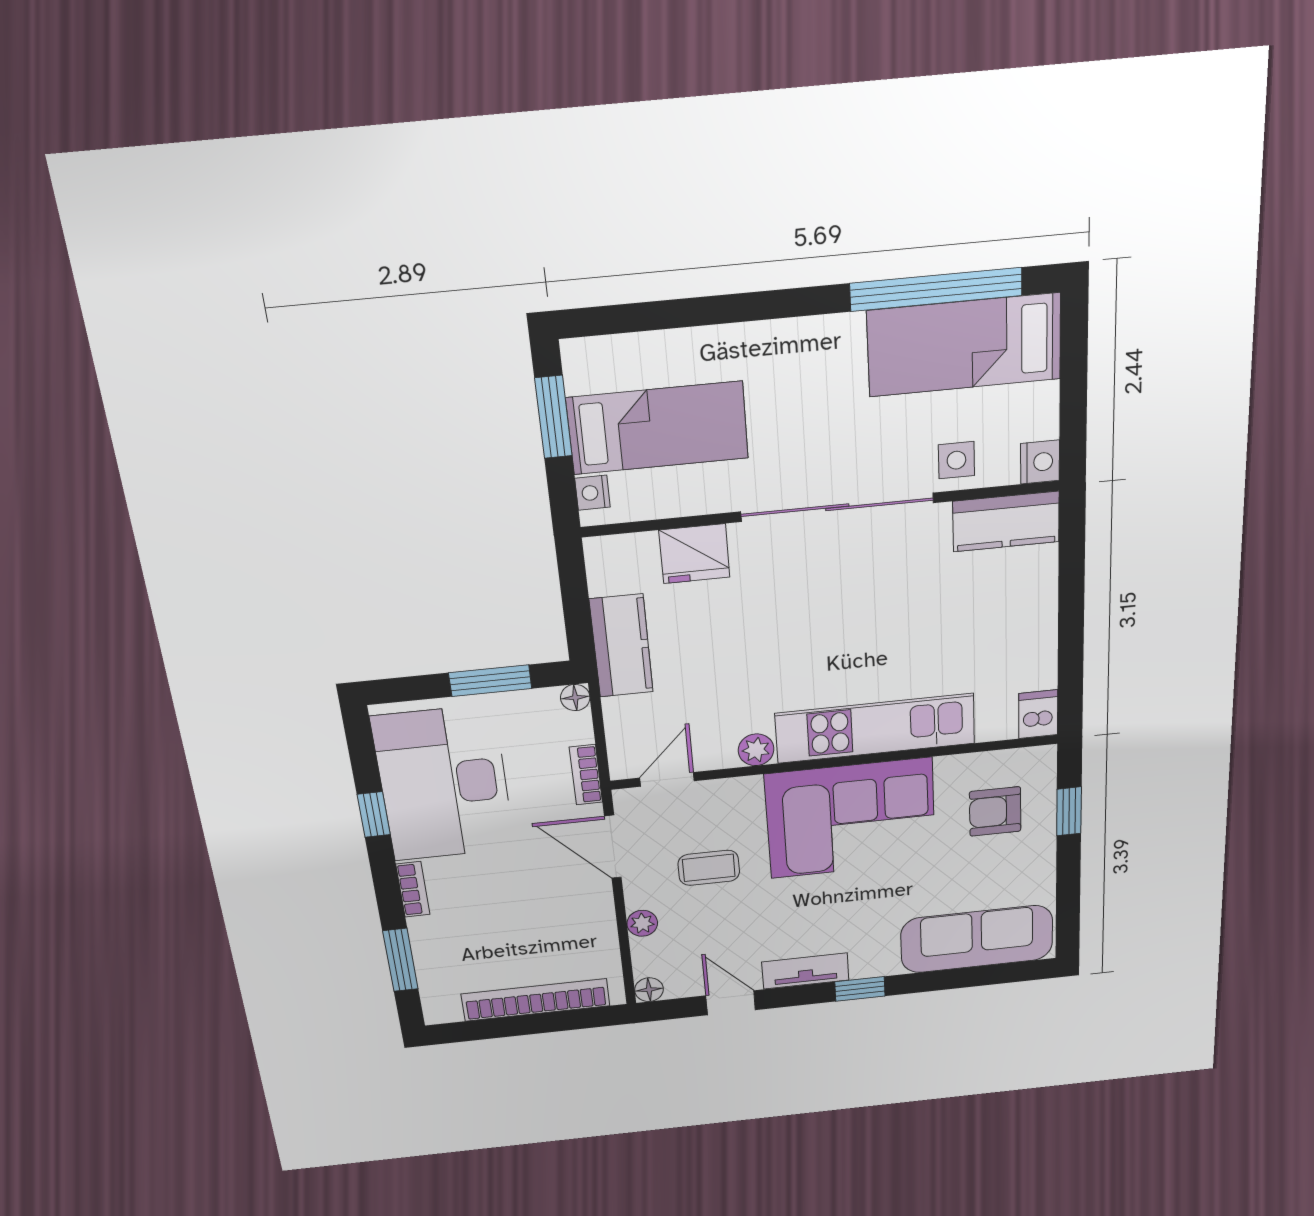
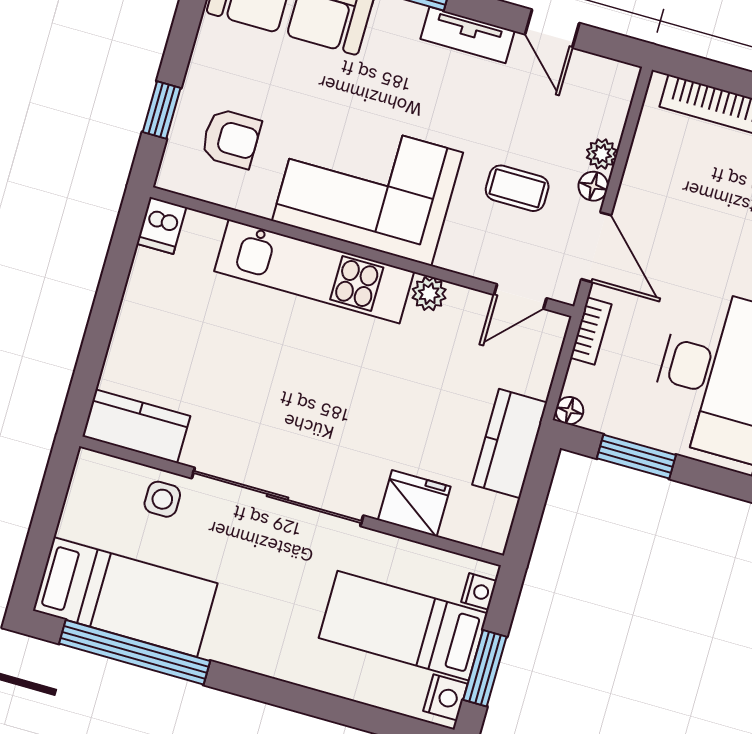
nightstand: (1040, 462) -> (445, 697), moved, turned 180
floor lamp: (649, 990) -> (593, 186), moved

